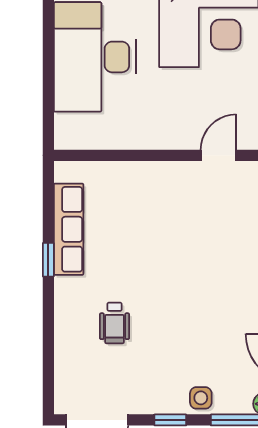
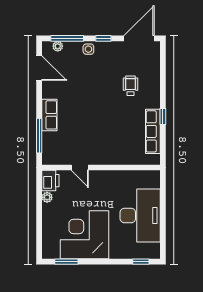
door: (218, 155) -> (80, 167), hinge flipped

